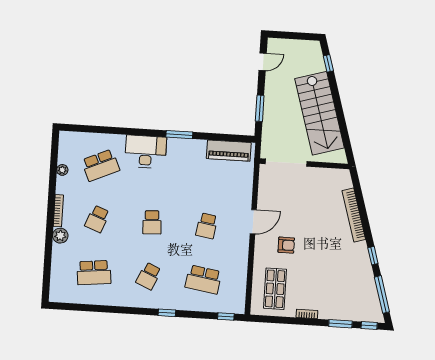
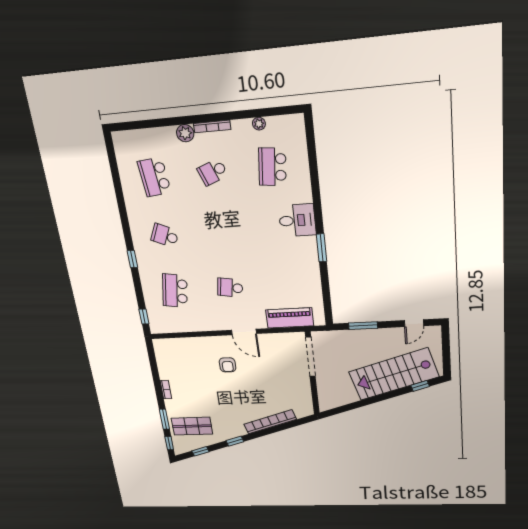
door: (263, 62) -> (414, 323), hinge flipped
stairs: (320, 113) -> (394, 374), moved
piano: (229, 151) -> (290, 318), moved, turned 90
desk: (146, 152) -> (297, 220), width x0.73
school desk: (101, 165) -> (272, 167), turned 30
school desk: (97, 219) -> (213, 172), turned -42
school desk: (152, 222) -> (222, 231), removed
shop shelf: (275, 289) -> (192, 426), moved
window: (382, 294) -> (200, 451), width x0.46

